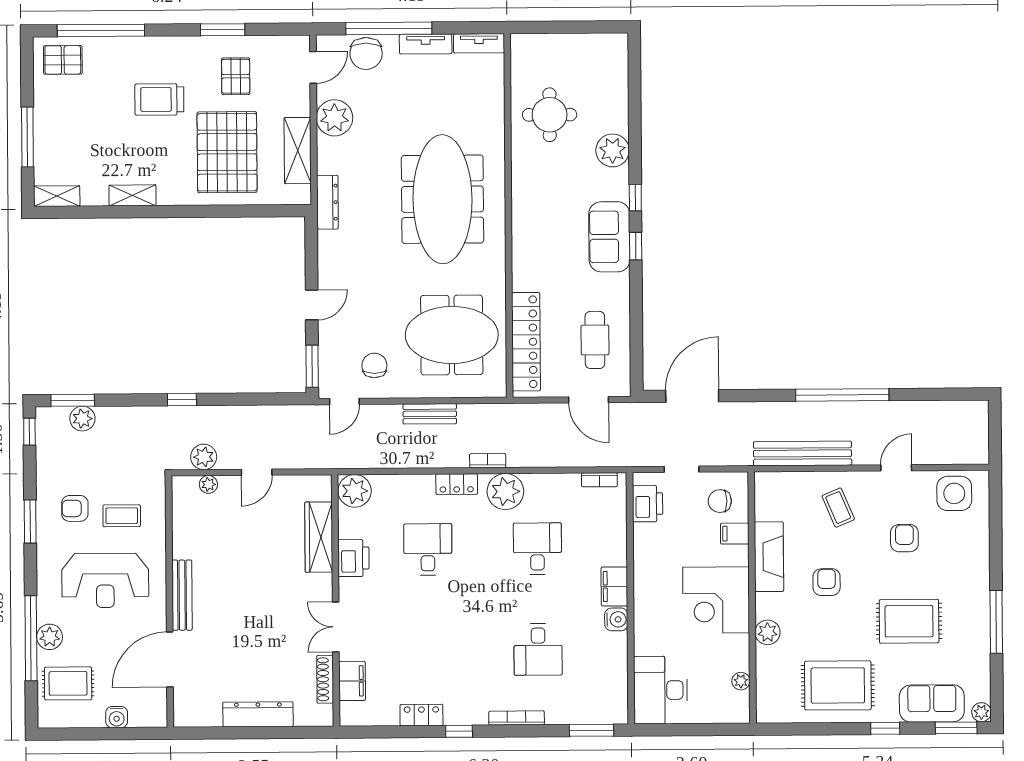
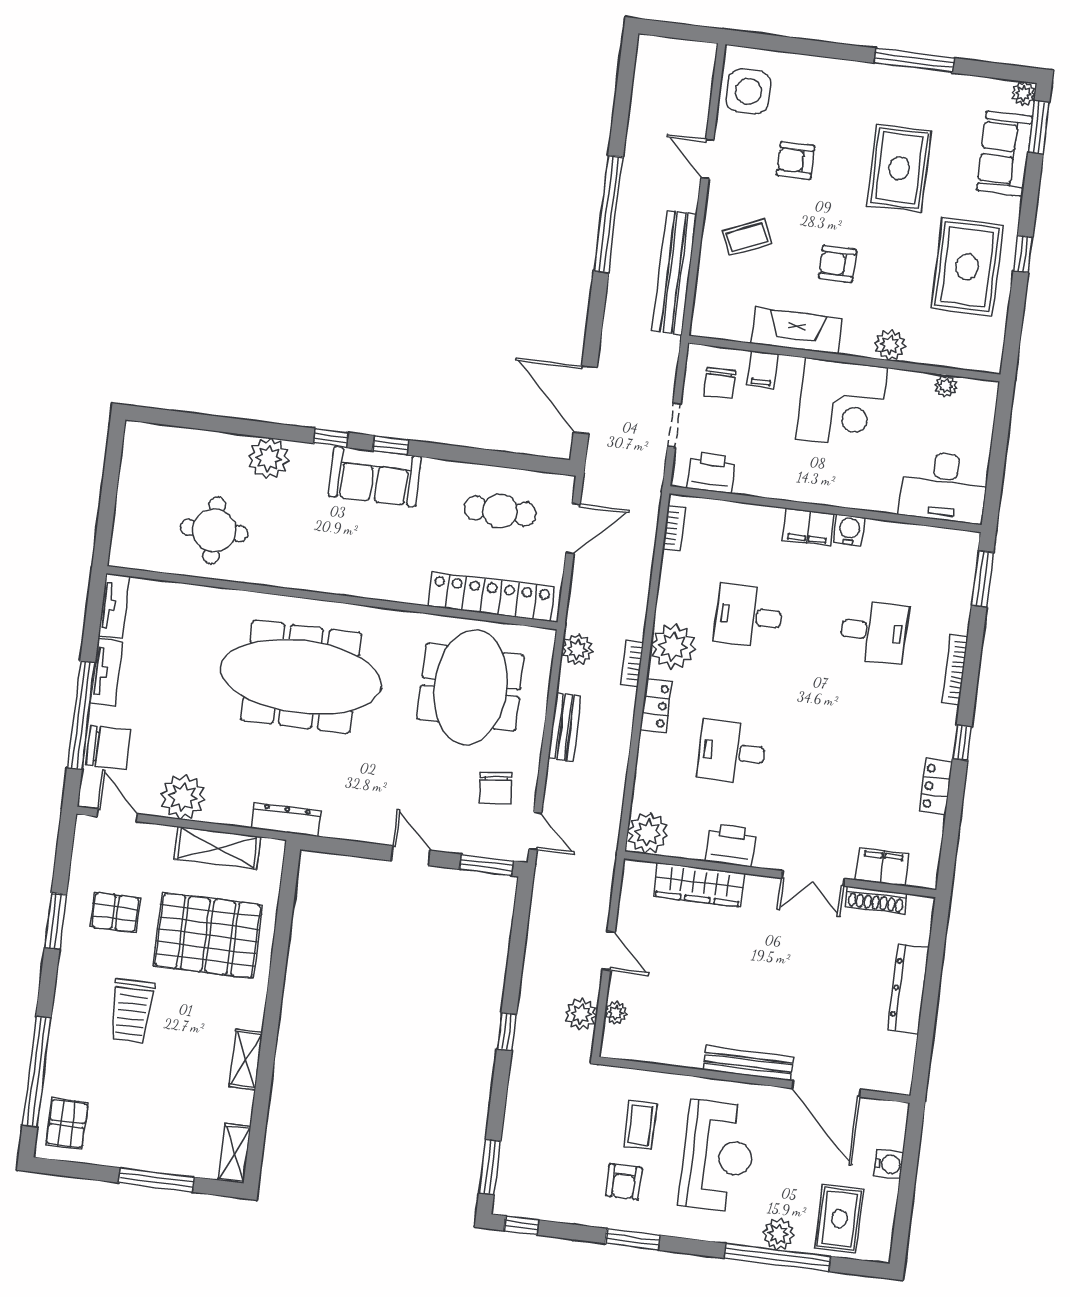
chair: (374, 365) -> (496, 788), turned -96
plant: (82, 419) -> (577, 649), moved
window: (885, 728) -> (1023, 254), moved

